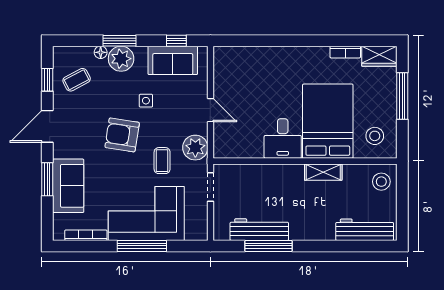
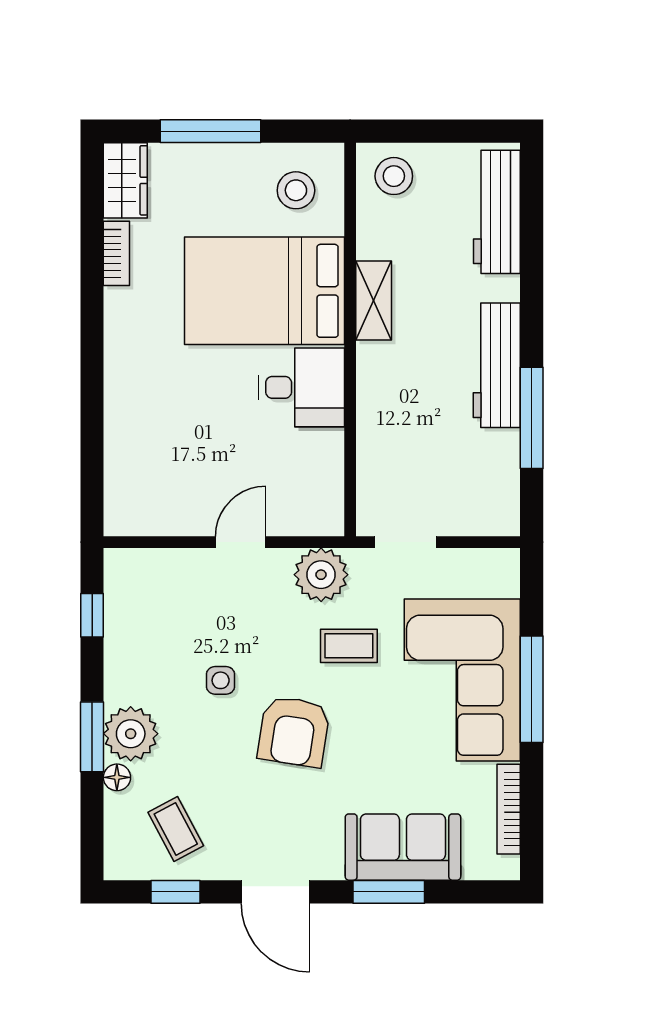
sofa: (173, 60) -> (134, 623), removed
workbench: (259, 230) -> (497, 365), moved

